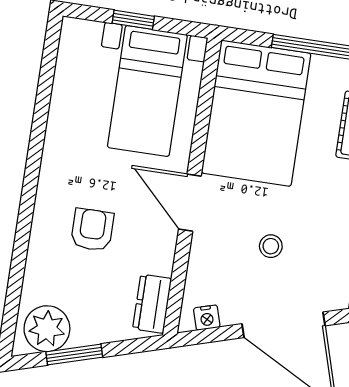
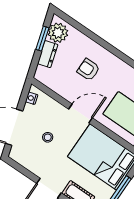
armchair: (92, 230) -> (88, 70), turned 180
dresser: (152, 304) -> (48, 54), moved, turned 73

